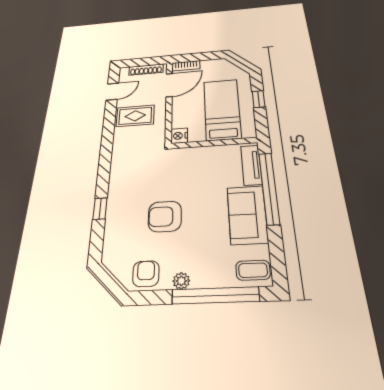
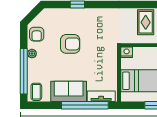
armchair: (165, 216) -> (70, 44), turned 90
armchair: (146, 274) -> (37, 34), turned 90

